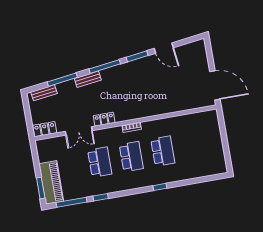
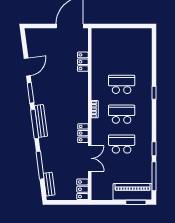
bench: (88, 79) -> (41, 121), moved, width x1.36
locker: (180, 106) -> (83, 62), added

